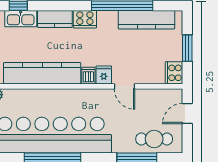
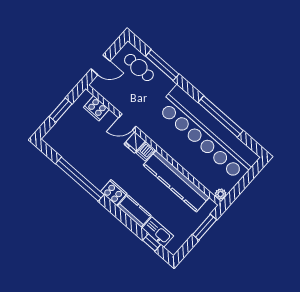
kitchen counter: (146, 20) -> (71, 155), removed
cooker: (174, 73) -> (96, 108), moved, turned 90
door: (125, 86) -> (127, 122), swing flipped

